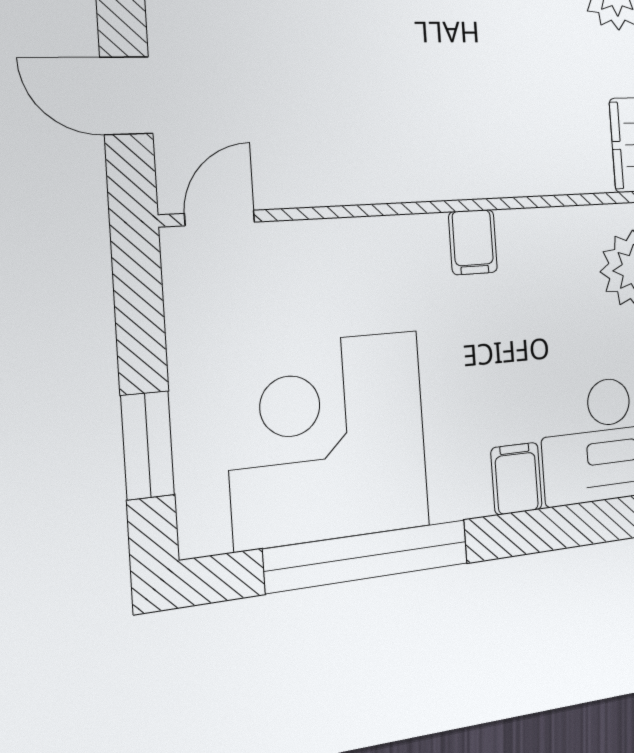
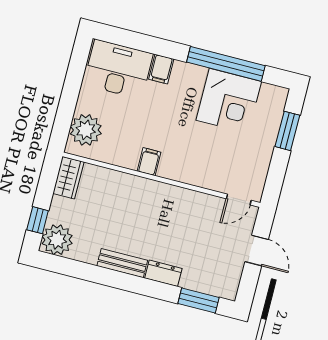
corner desk: (328, 438) -> (229, 101), width x0.74, depth x0.74

